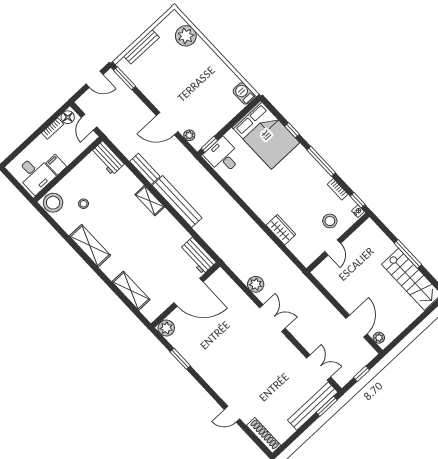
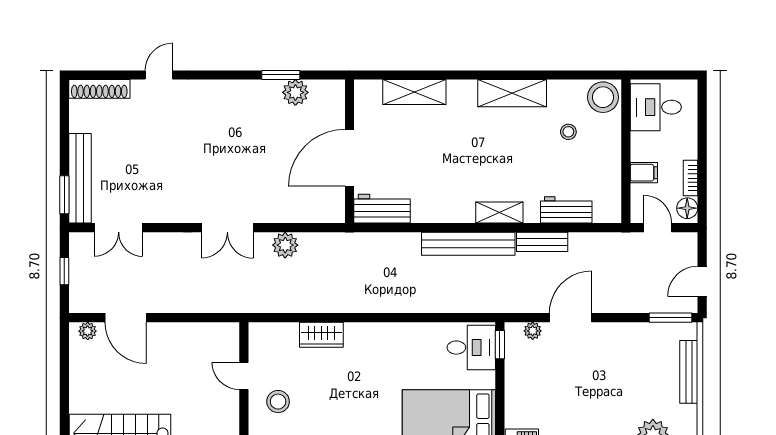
workbench: (107, 158) -> (566, 210), moved
filing cabinet: (56, 165) -> (644, 173), moved
plant: (166, 328) -> (295, 92), moved

